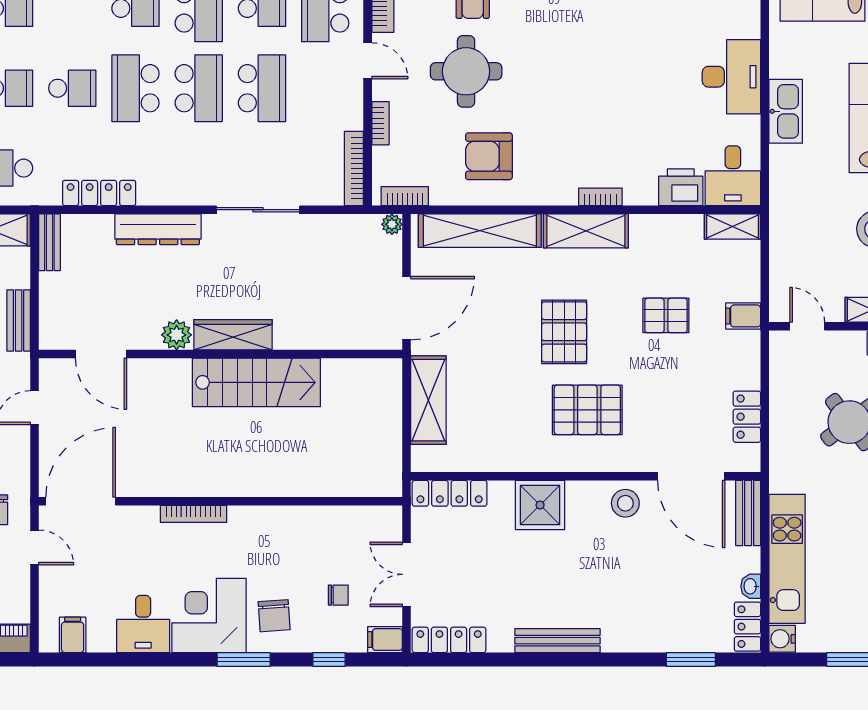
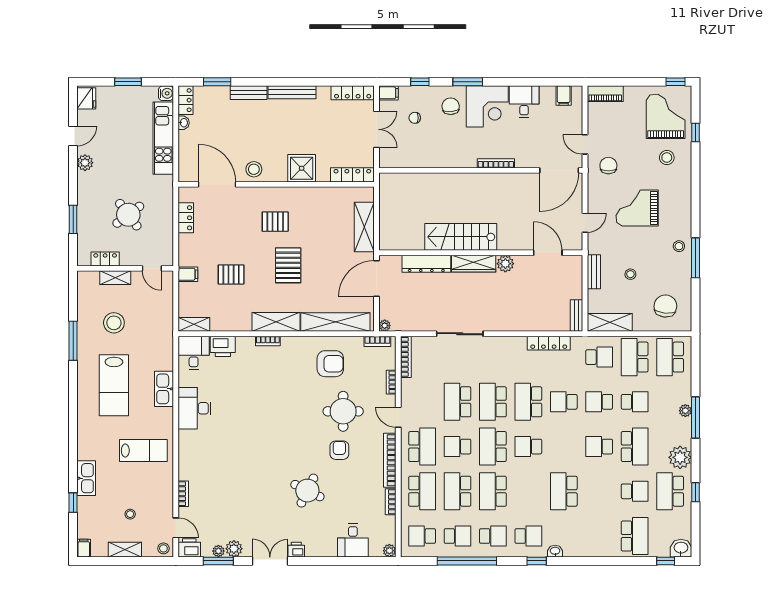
school desk: (135, 88) -> (528, 402), turned 180
dresser: (158, 229) -> (426, 264), moved, turned 180
pallet: (587, 410) -> (275, 222), width x0.67, depth x0.71
bench: (748, 513) -> (249, 93), moved, turned 90

